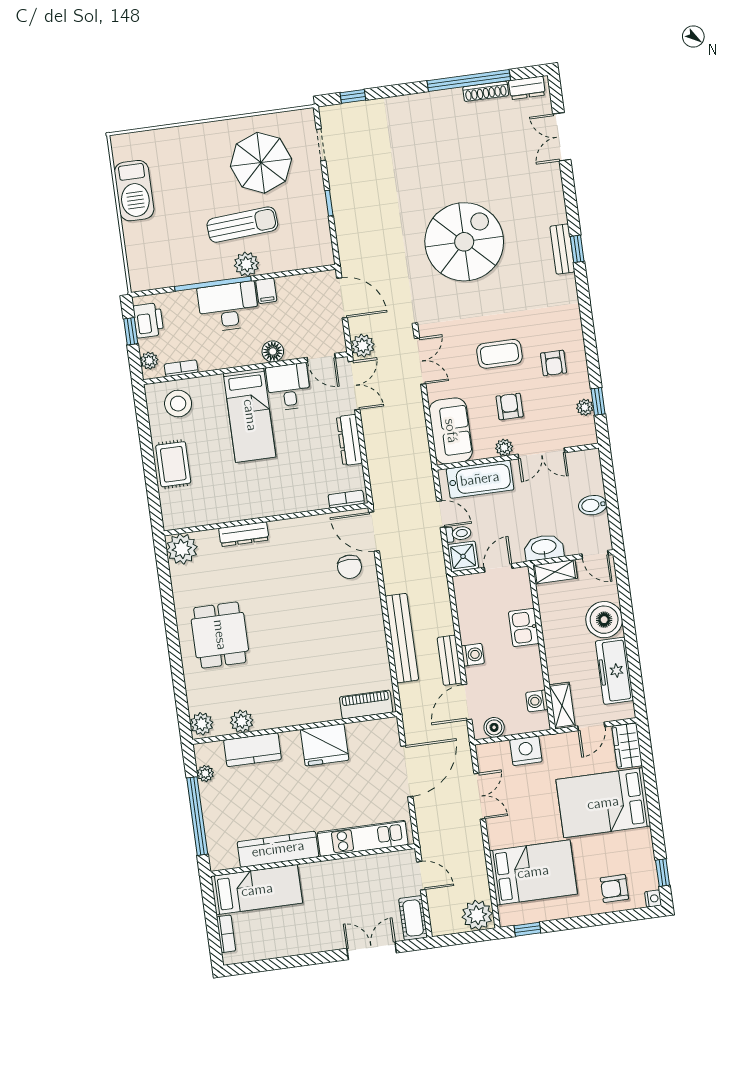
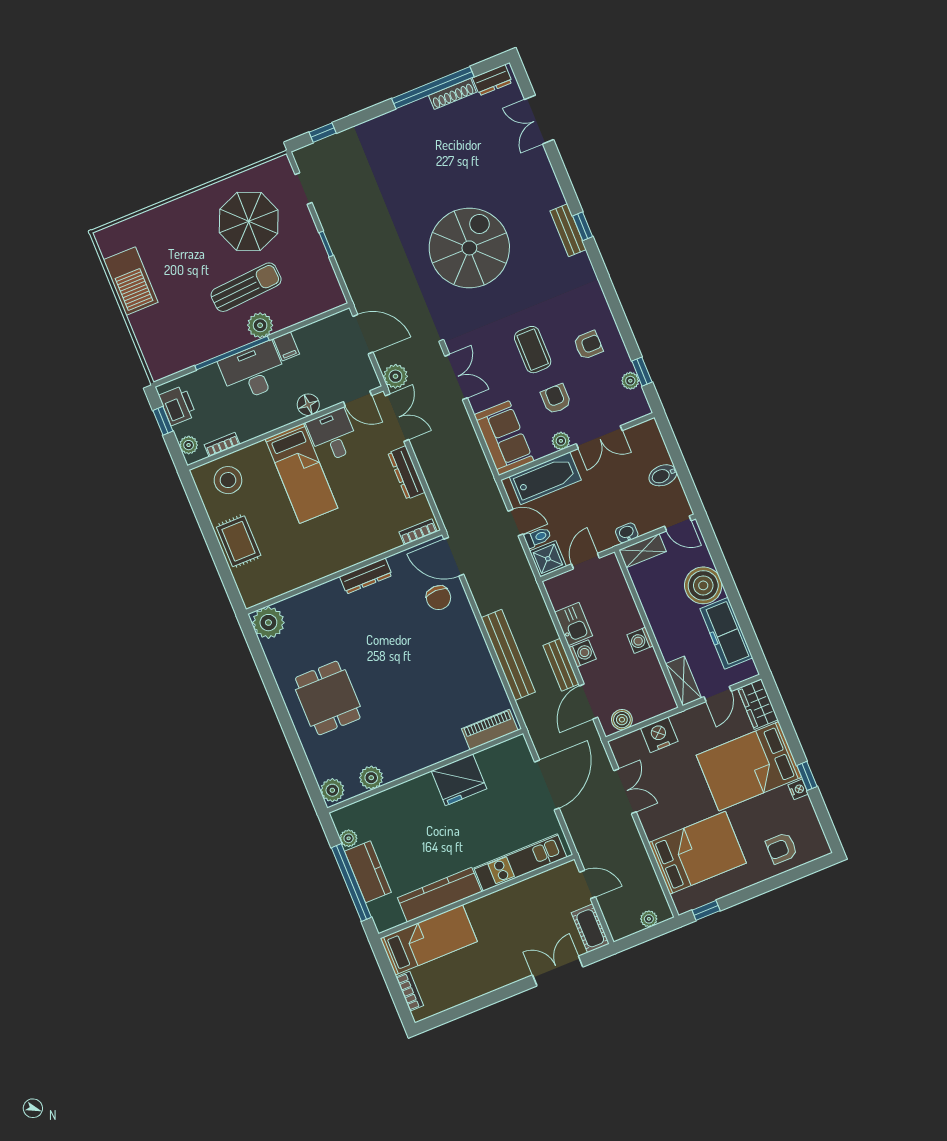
coffee table: (499, 354) -> (533, 350), turned 90
armchair: (554, 363) -> (588, 345), turned -90
dresser: (244, 534) -> (366, 576), moved
washbasin: (544, 548) -> (627, 533), width x0.52, depth x0.69
kitchen sink: (524, 627) -> (574, 624), moved, turned 180
washing machine: (537, 701) -> (640, 640), moved
kitchen counter: (253, 750) -> (368, 872), moved, turned -90
window: (663, 873) -> (807, 776), moved
nightstand: (653, 899) -> (798, 789), moved
plant: (477, 915) -> (649, 919), width x0.53, depth x0.53

